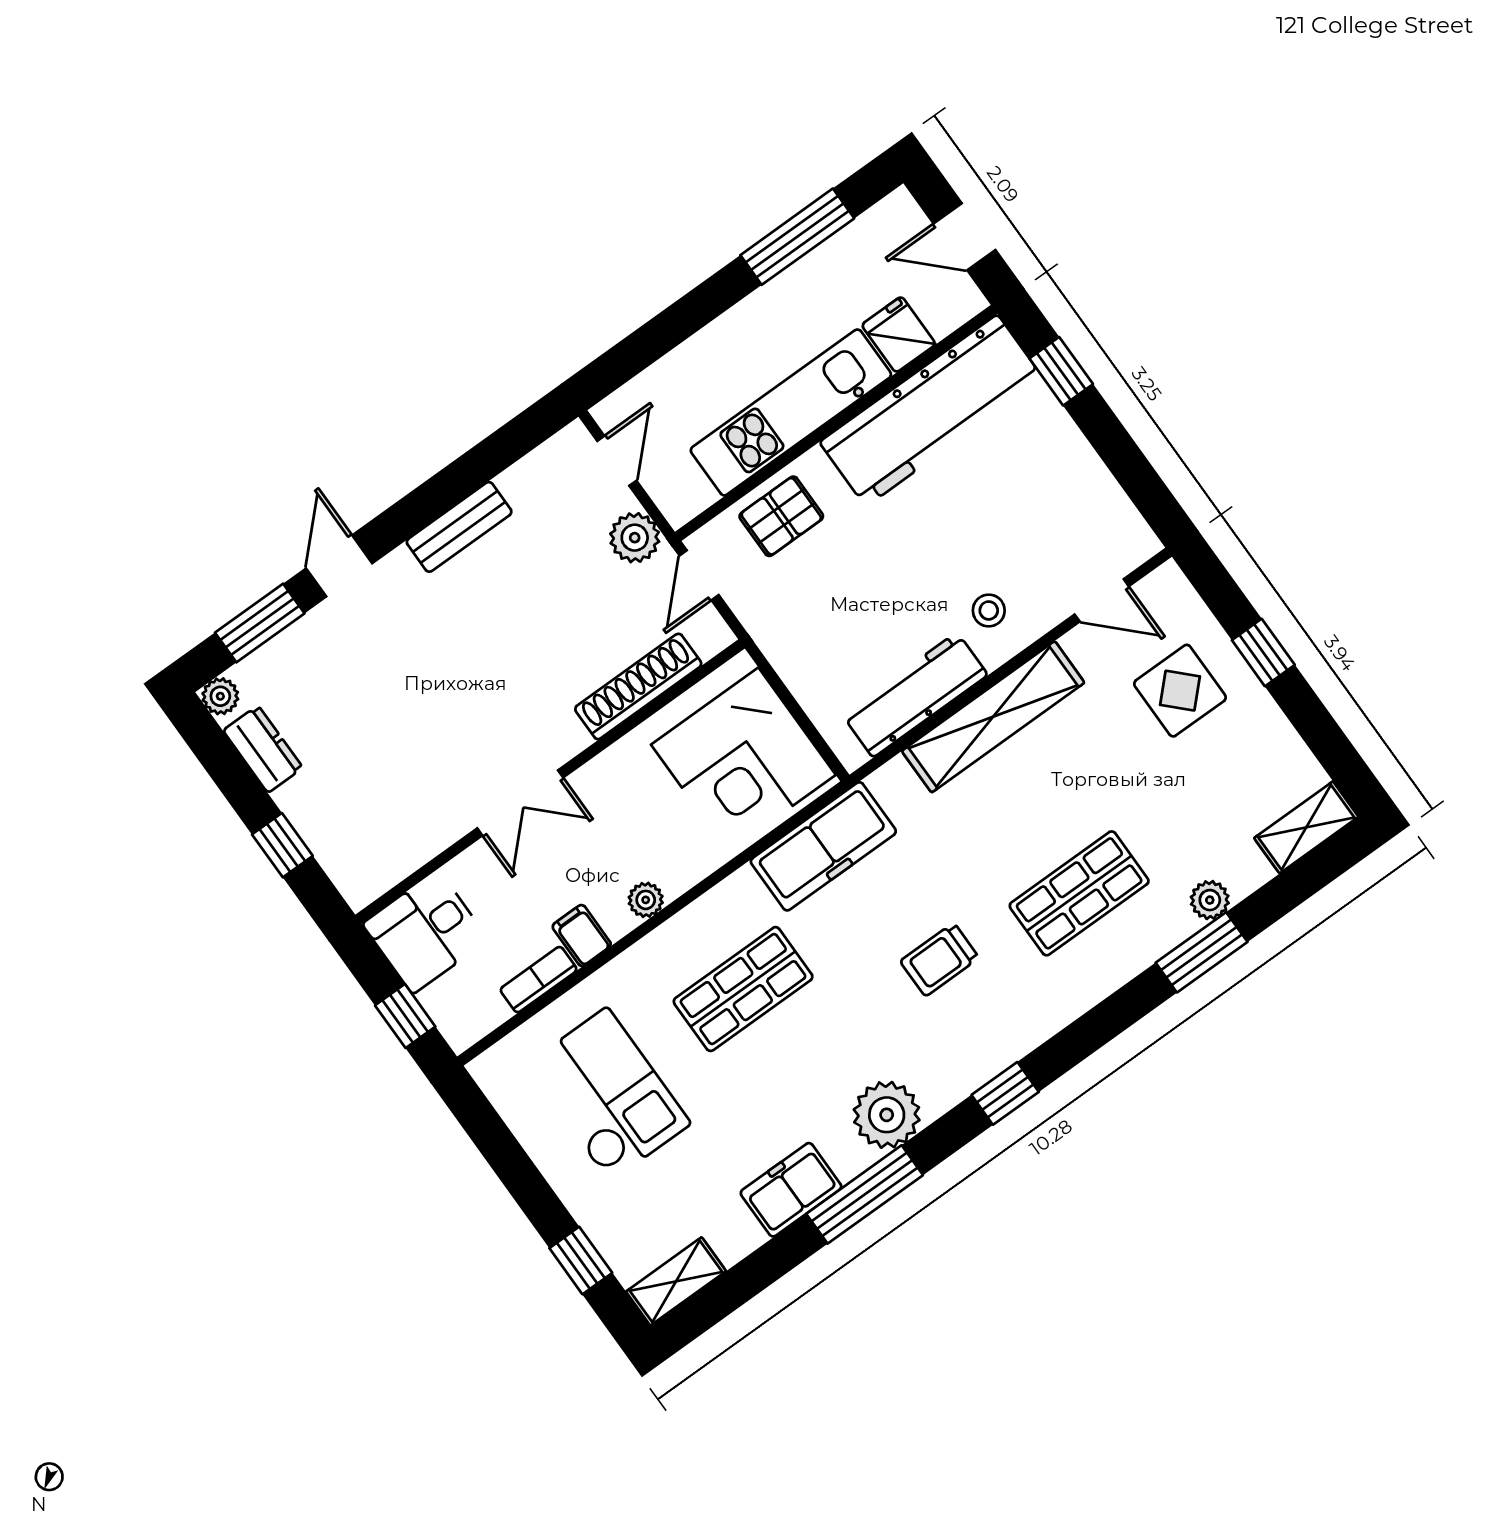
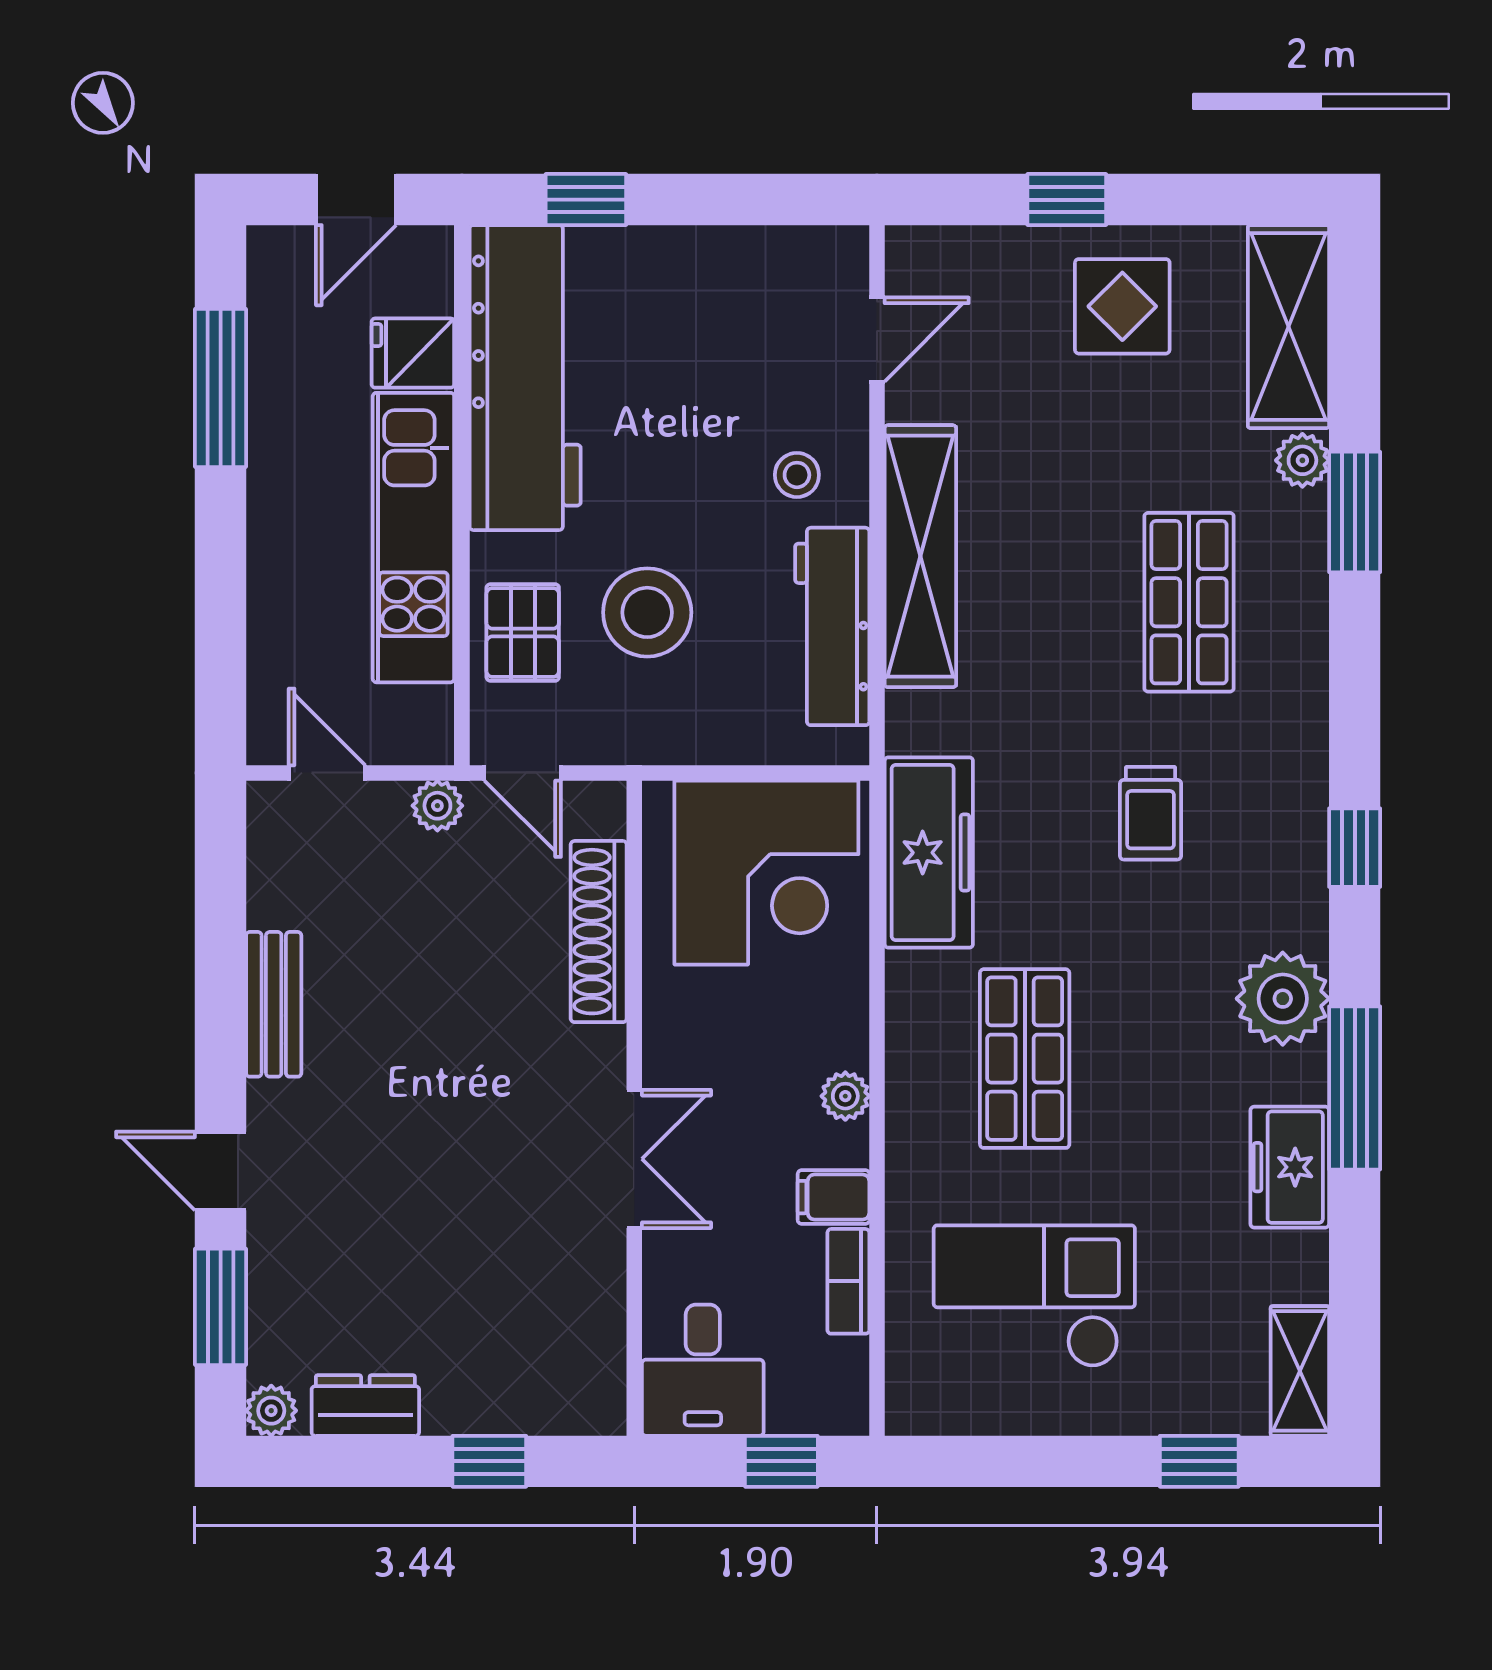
plant: (635, 538) -> (437, 806), width x0.73, depth x0.73
stool: (845, 581) -> (647, 612), added
display table: (1180, 691) -> (1122, 306), moved
shelving: (1306, 827) -> (1288, 327), width x1.50, depth x1.33

